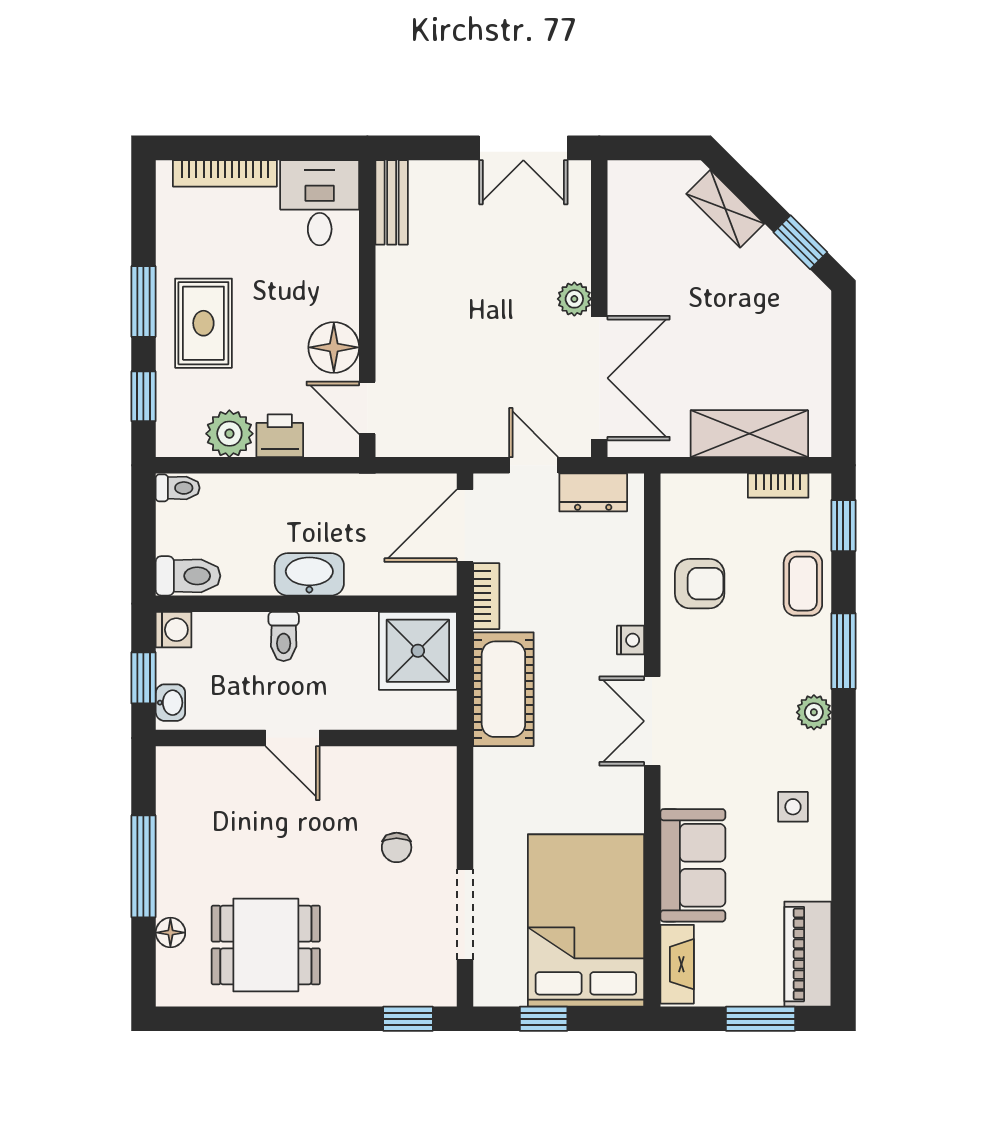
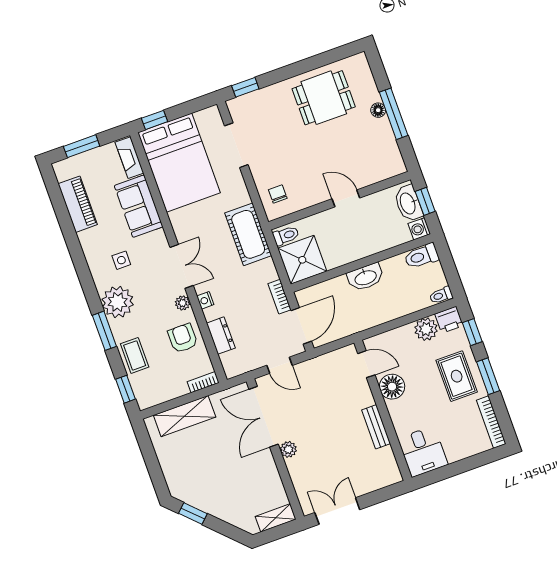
bookcase: (225, 173) -> (491, 422), moved, turned -90
bench: (392, 202) -> (376, 427), moved
shelving: (725, 209) -> (276, 518), moved, turned -45
printer: (280, 436) -> (449, 320), moved
bookcase: (778, 486) -> (203, 382), moved
dresser: (593, 492) -> (221, 336), moved, turned 90
armchair: (700, 584) -> (183, 338), turned 90
toilet: (284, 636) -> (286, 236), moved, turned 90
plant: (676, 651) -> (183, 303), added
cot: (503, 689) -> (248, 234), moved
washbasin: (170, 703) -> (408, 203), width x1.91, depth x1.45
plant: (814, 712) -> (118, 302), width x1.87, depth x1.87
side table: (793, 807) -> (121, 260), moved
chair: (397, 847) -> (278, 194), moved
floor lamp: (170, 933) -> (378, 110), moved
piano: (808, 954) -> (78, 204), moved
window: (544, 1019) -> (154, 120), moved

